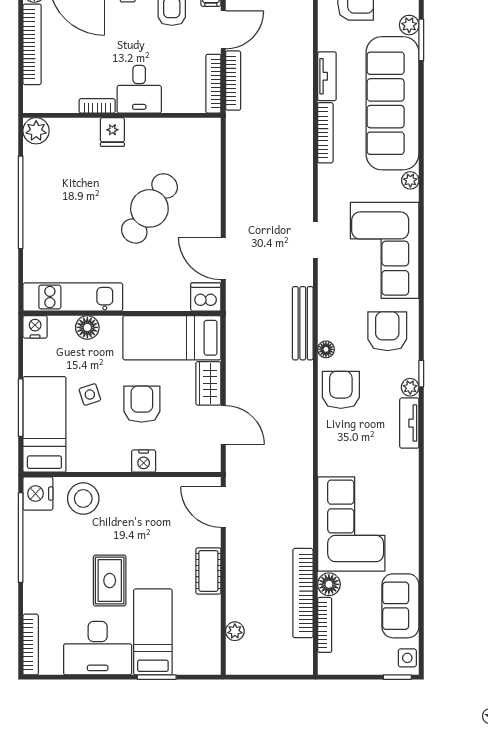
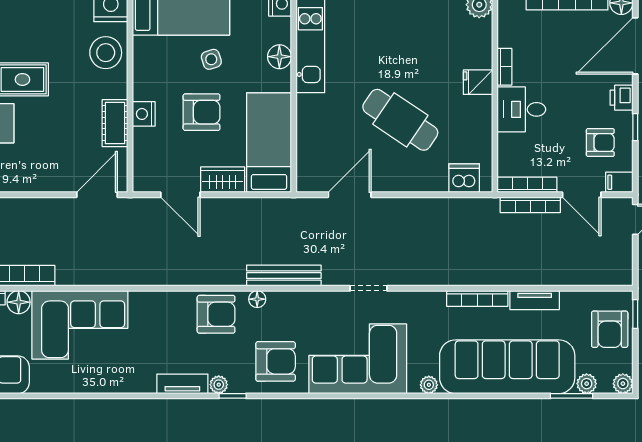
dishwasher: (206, 297) -> (464, 178), moved, turned -90
door: (223, 425) -> (180, 195), hinge flipped
cot: (208, 571) -> (115, 123), moved, turned 90

